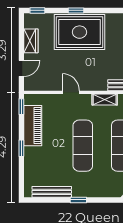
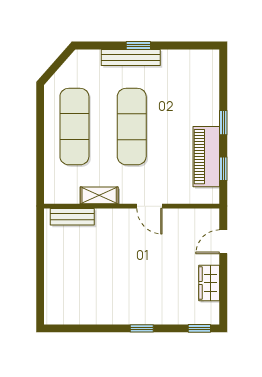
rug: (79, 32) -> (137, 296), removed
window: (21, 107) -> (223, 169), moved
bench: (52, 192) -> (131, 58), moved

